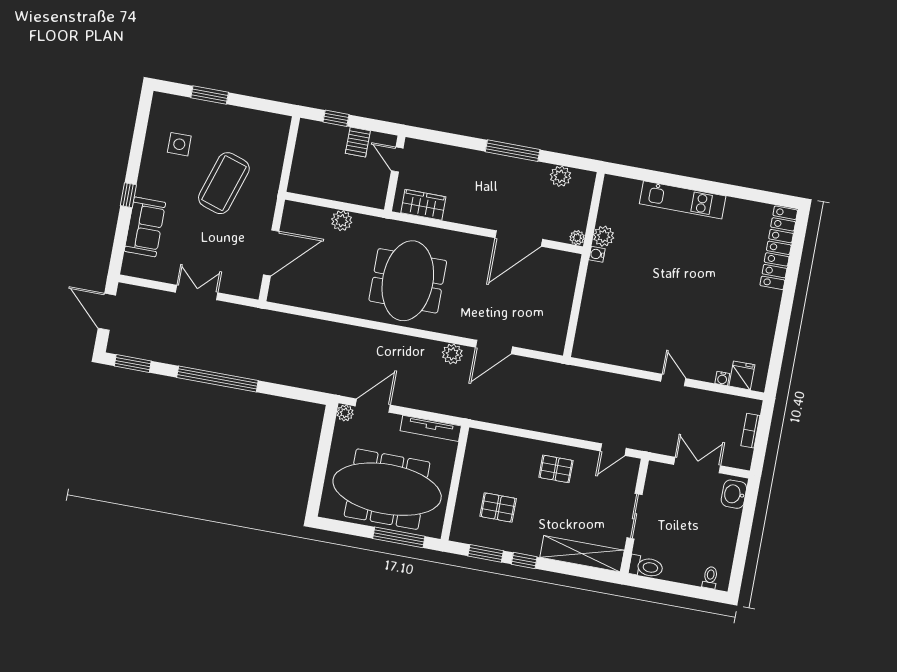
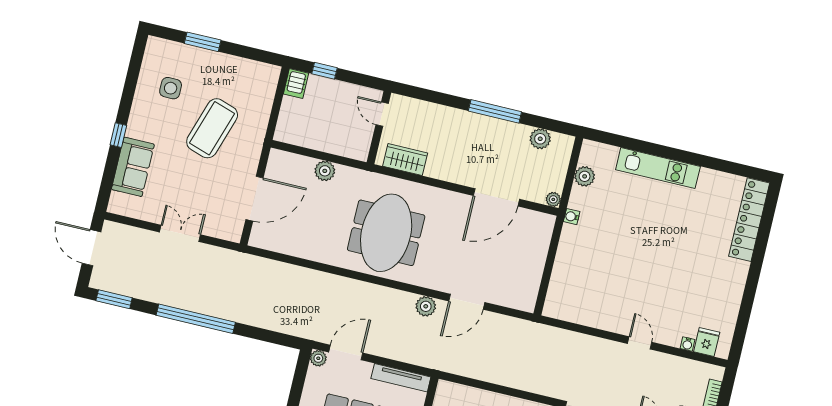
server rack: (358, 142) -> (296, 84), moved
plant: (604, 236) -> (585, 176), moved

